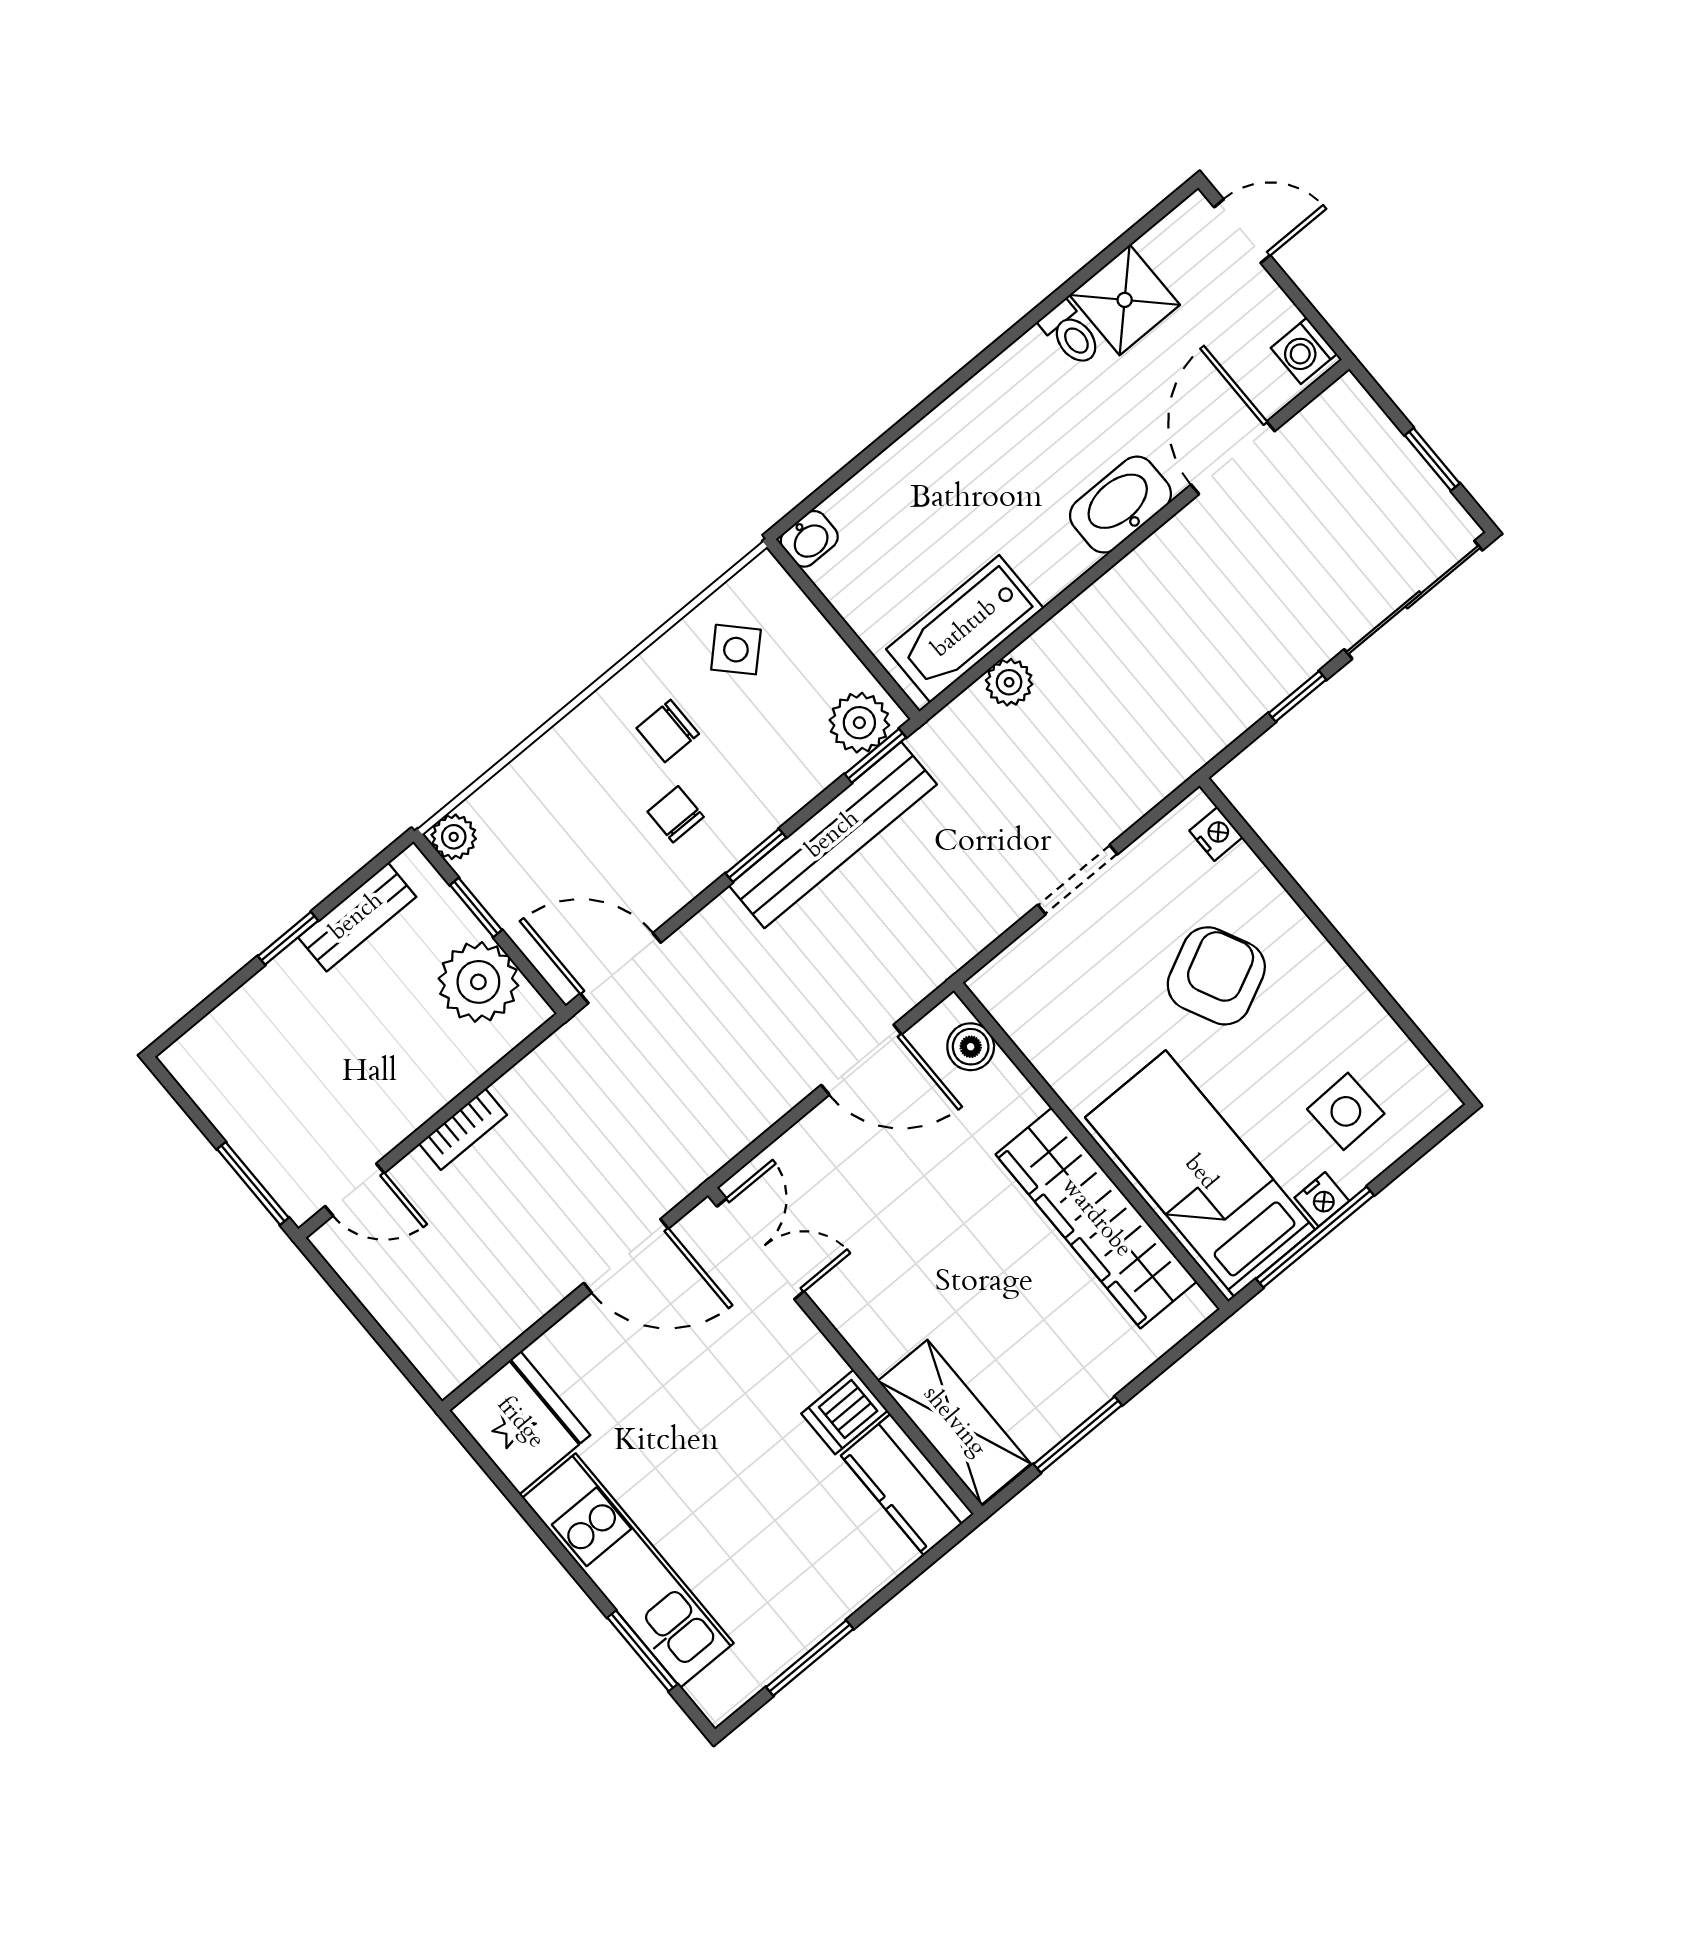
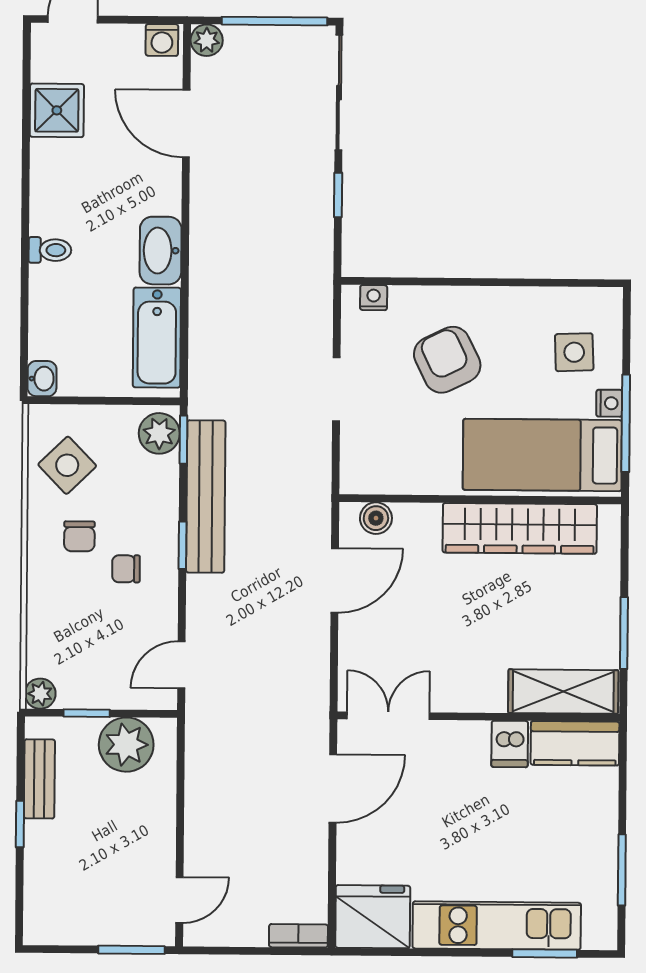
toilet: (1071, 334) -> (50, 250), moved
window: (1432, 459) -> (275, 21), width x2.17
washbasin: (1120, 505) -> (161, 251), moved
side table: (736, 650) -> (67, 465), width x1.37, depth x1.37
plant: (1009, 682) -> (207, 40), moved
door: (621, 968) -> (181, 665), width x0.73
bookcase: (463, 1129) -> (298, 936), moved, turned -90

